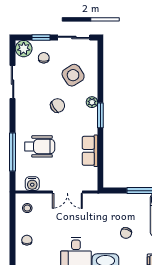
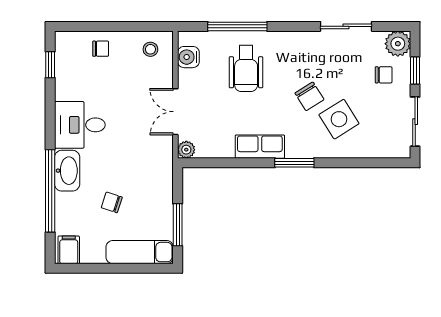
side table: (73, 75) -> (339, 119), moved
plant: (92, 102) -> (186, 150), moved
row of seats: (90, 151) -> (260, 147), moved

